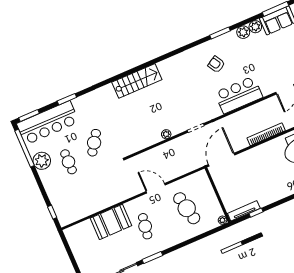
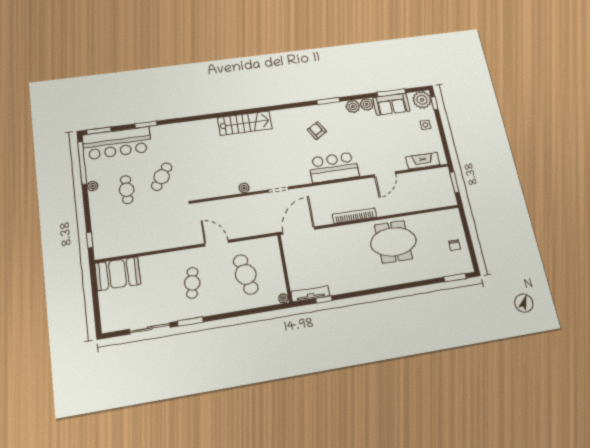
stairs: (137, 81) -> (245, 123), moved
plant: (42, 161) -> (93, 186), width x0.53, depth x0.53
booth: (111, 222) -> (118, 274), moved

